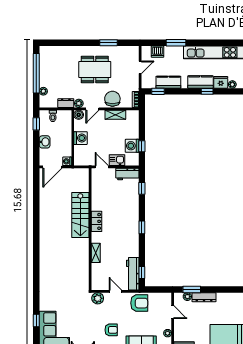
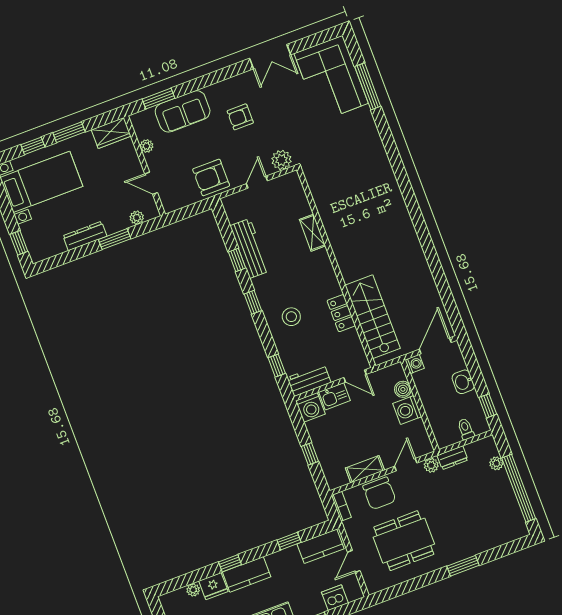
window: (109, 43) -> (463, 566), moved
dining table: (95, 70) -> (404, 541), moved
kitchen counter: (168, 82) -> (321, 546), moved
window: (158, 91) -> (289, 541), moved
boiler: (79, 115) -> (403, 389), moved
washing machine: (132, 146) -> (310, 407), moved, turned 90
window: (142, 146) -> (310, 454), moved
stool: (124, 212) -> (291, 317), added
stairs: (80, 215) -> (373, 317), moved
locker: (96, 221) -> (341, 313), moved
window: (142, 273) -> (237, 260), moved
workbench: (133, 274) -> (250, 248), moved
window: (192, 289) -> (115, 239), moved
door: (115, 291) -> (257, 182), swing flipped
dresser: (204, 297) -> (85, 236), moved
window: (36, 321) -> (368, 86), width x2.17

